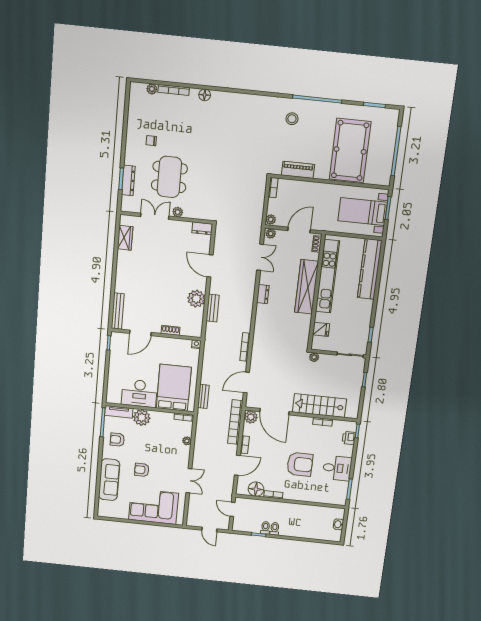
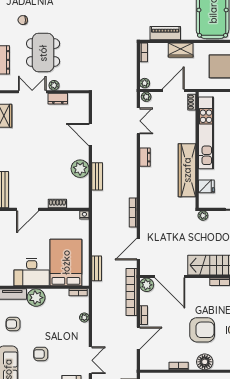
wardrobe: (312, 189) -> (181, 50), added
dresser: (202, 228) -> (58, 99), moved
wardrobe: (307, 287) -> (187, 170), moved
floor lamp: (256, 489) -> (205, 362), moved

